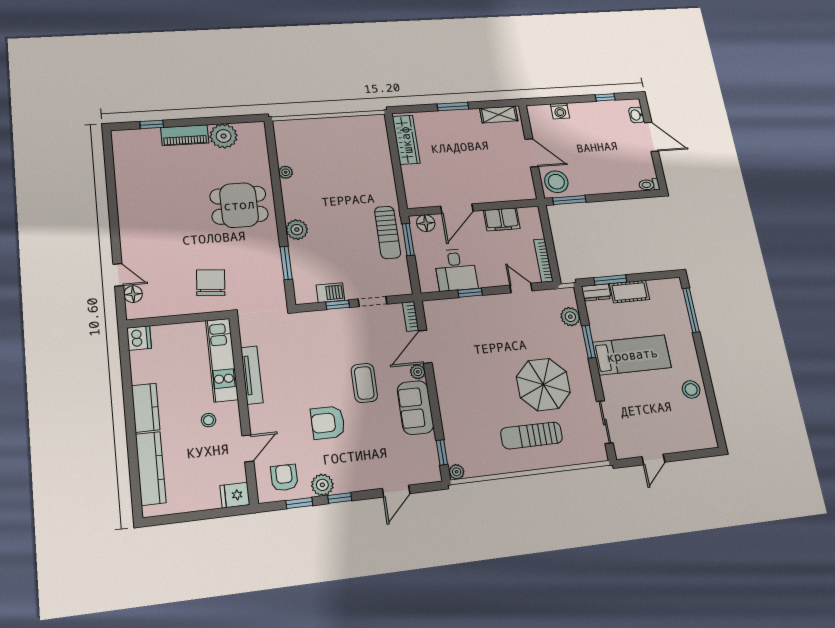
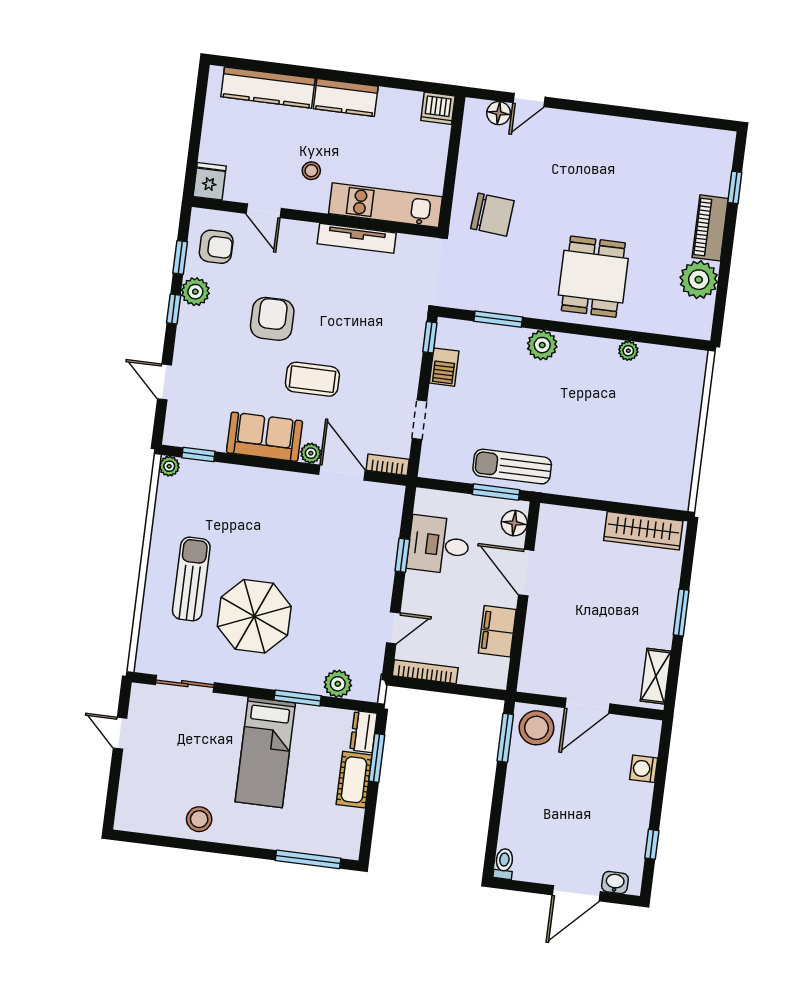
window: (338, 305) -> (430, 337), moved

